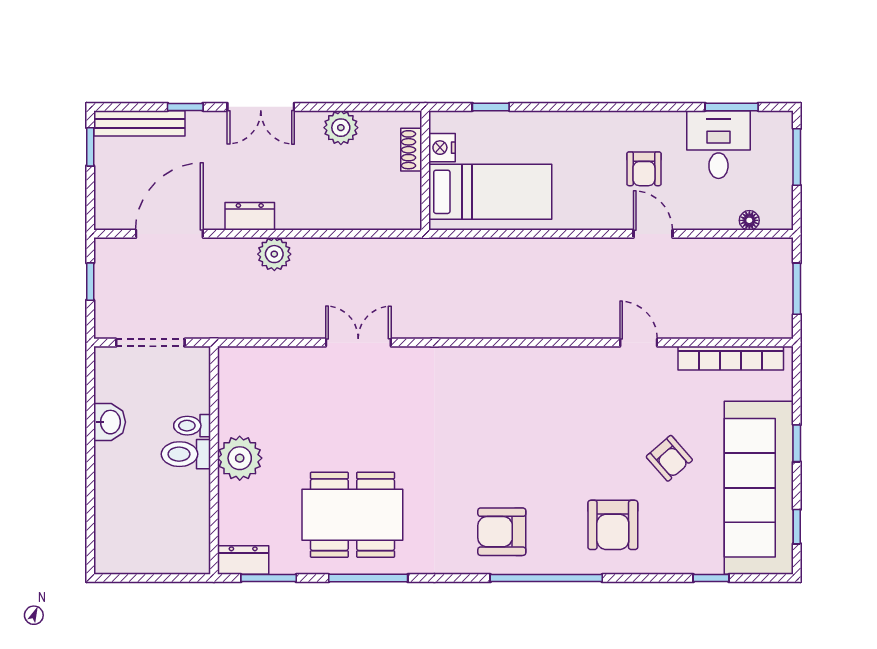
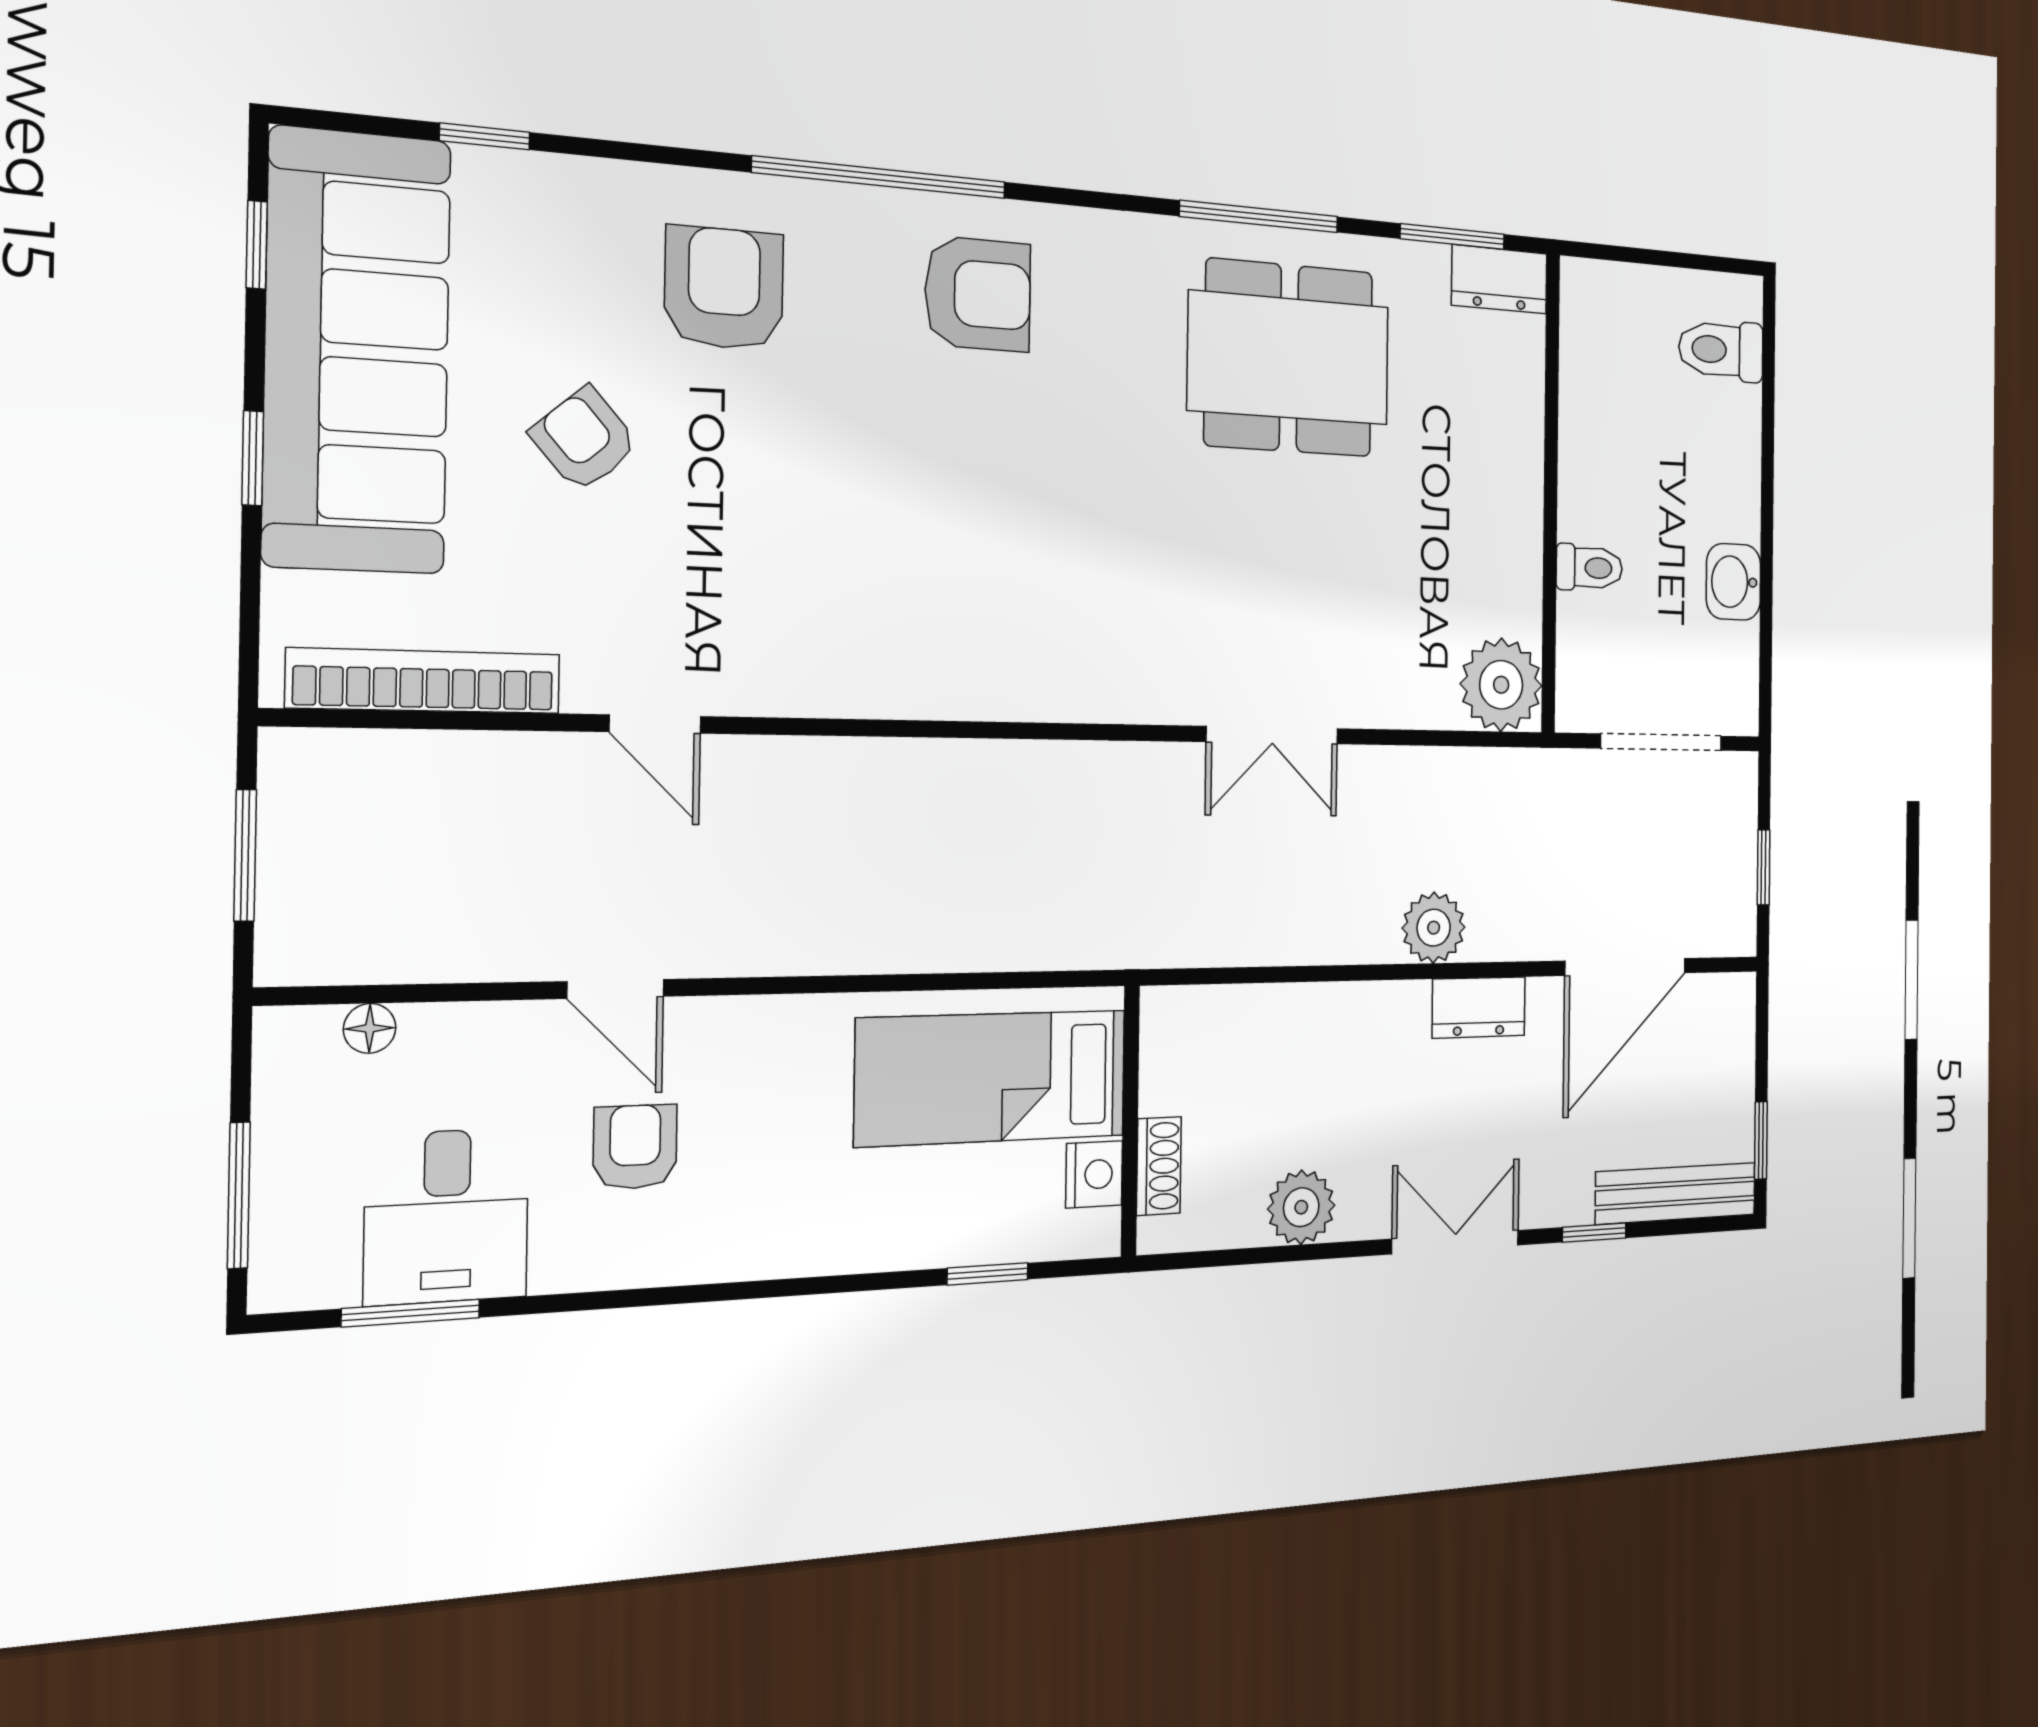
toilet: (186, 454) -> (1721, 350), moved, turned 180
plant: (240, 458) -> (1501, 685), moved

